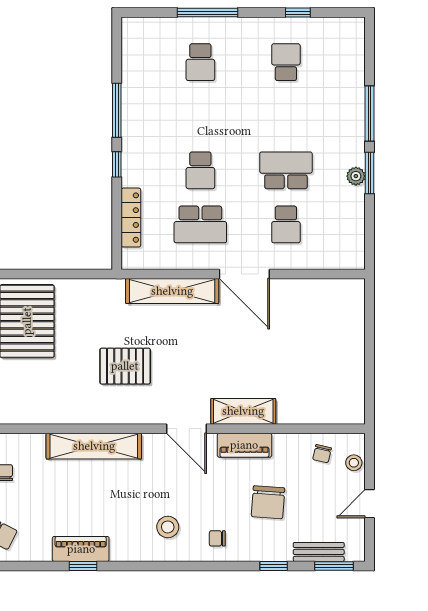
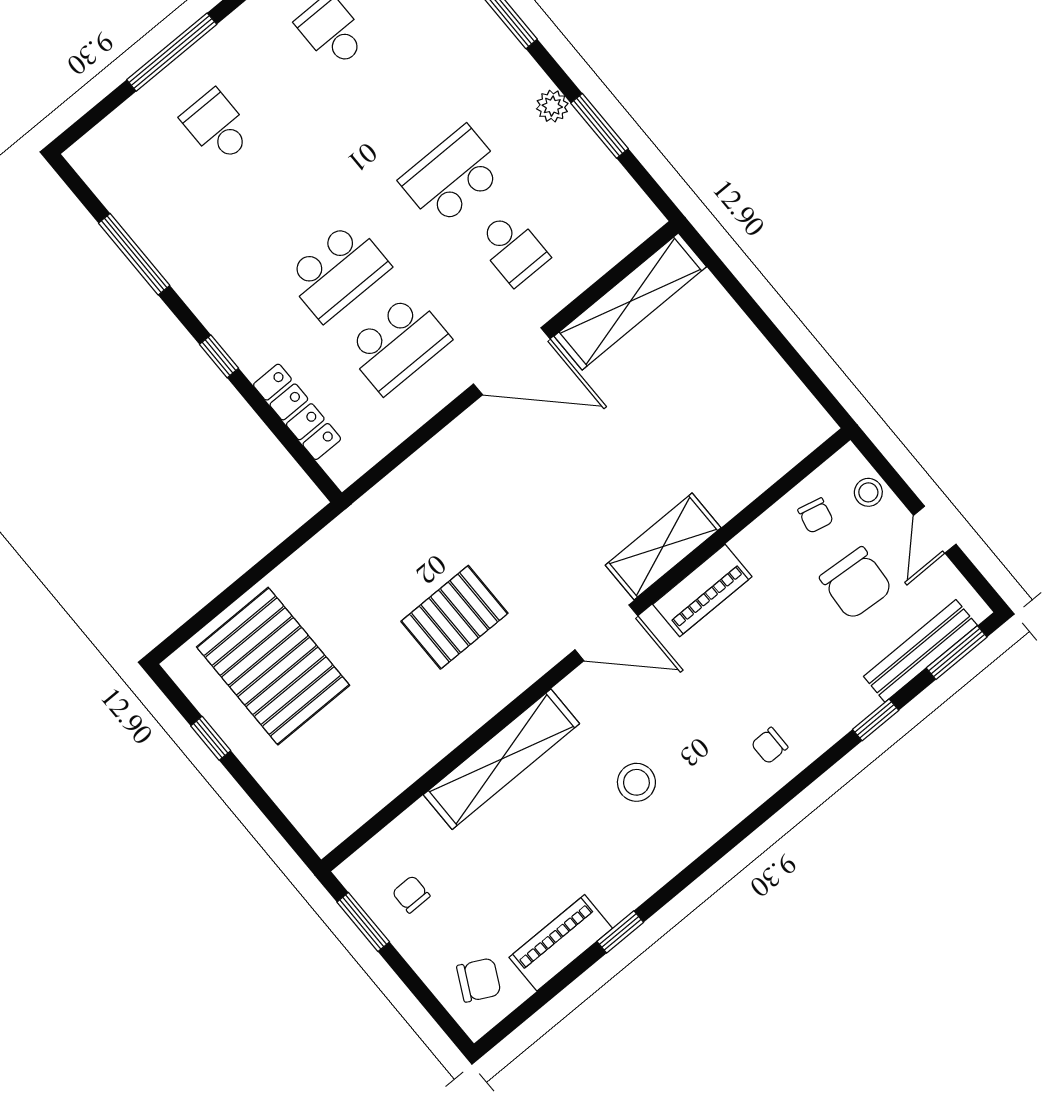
school desk: (200, 62) -> (217, 126), turned 180
window: (117, 110) -> (134, 254), moved
school desk: (200, 170) -> (338, 271), width x1.85
window: (370, 173) -> (600, 126), moved
shelving: (172, 291) -> (630, 301), moved
chair: (268, 502) -> (856, 583), moved
stool: (168, 527) -> (636, 782), moved
piano: (81, 549) -> (561, 943), moved
bench: (319, 552) -> (920, 651), width x1.36

